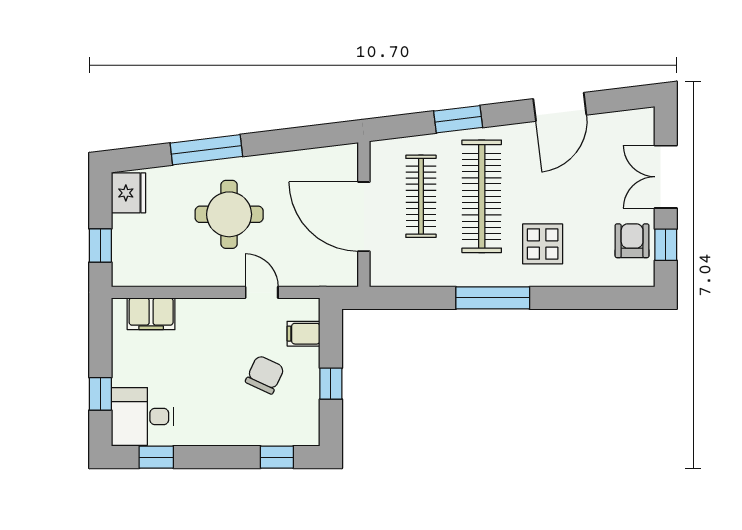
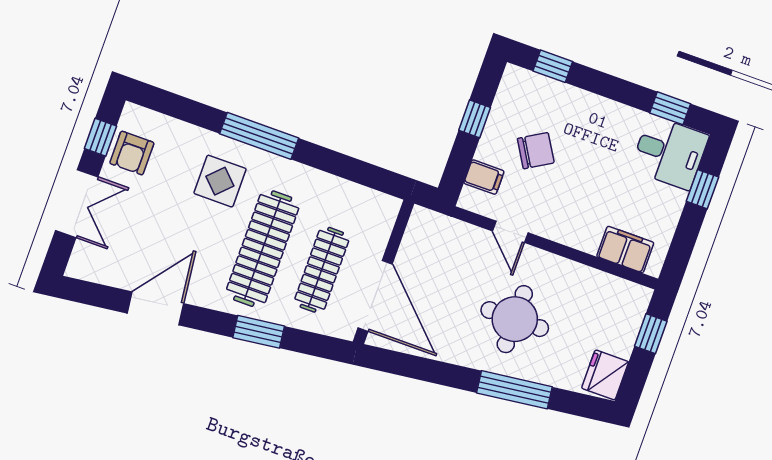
door: (364, 217) -> (375, 296), moved
window: (493, 298) -> (259, 136), moved
chair: (265, 375) -> (536, 151), turned -146

